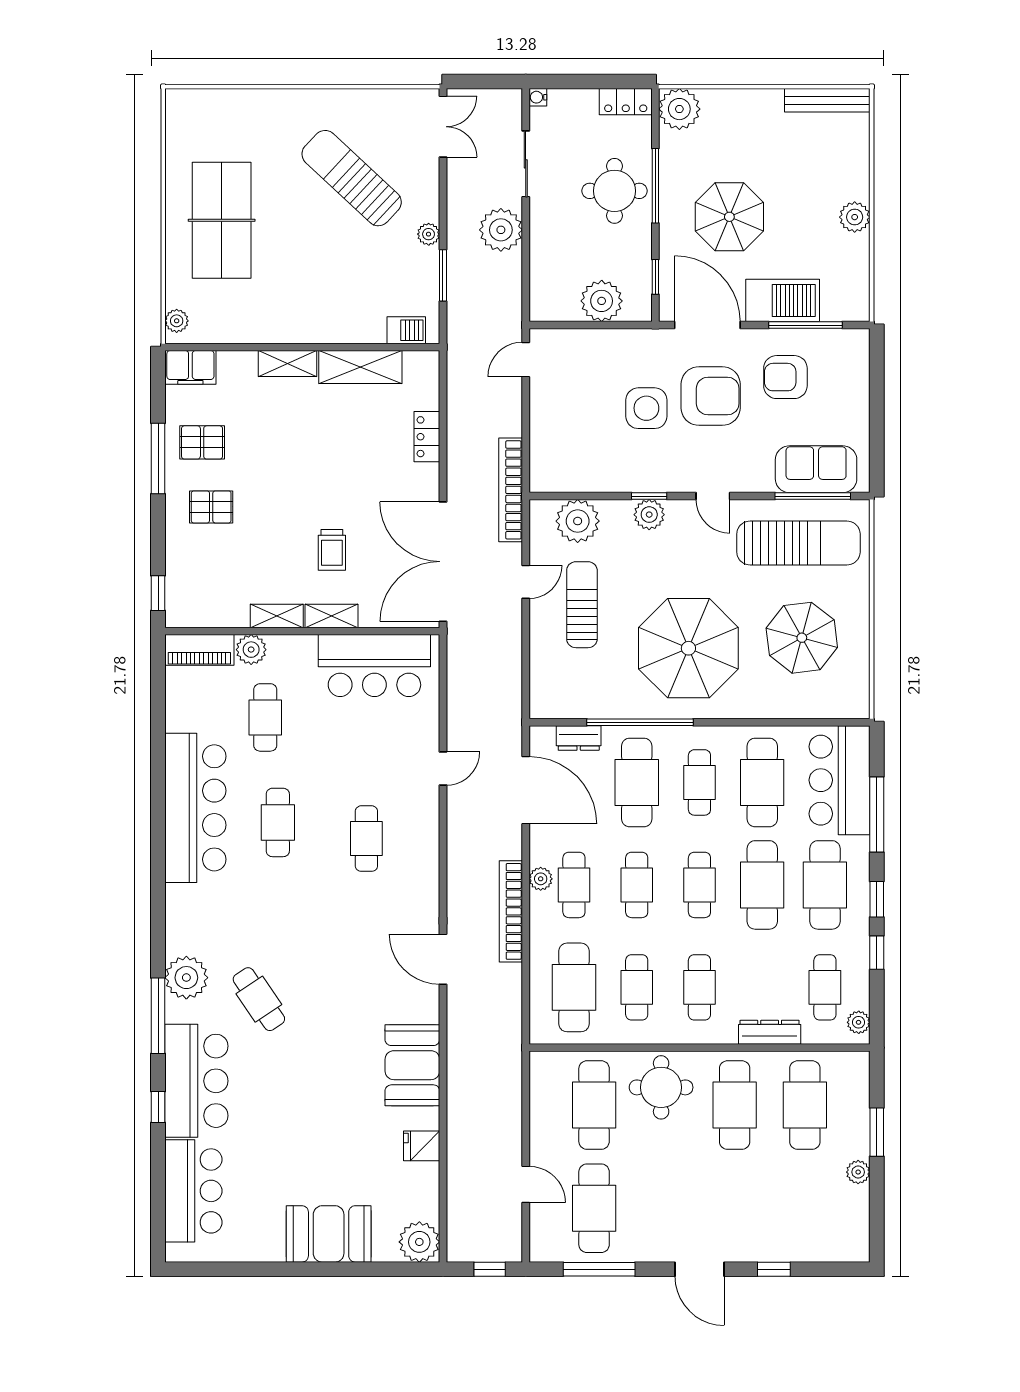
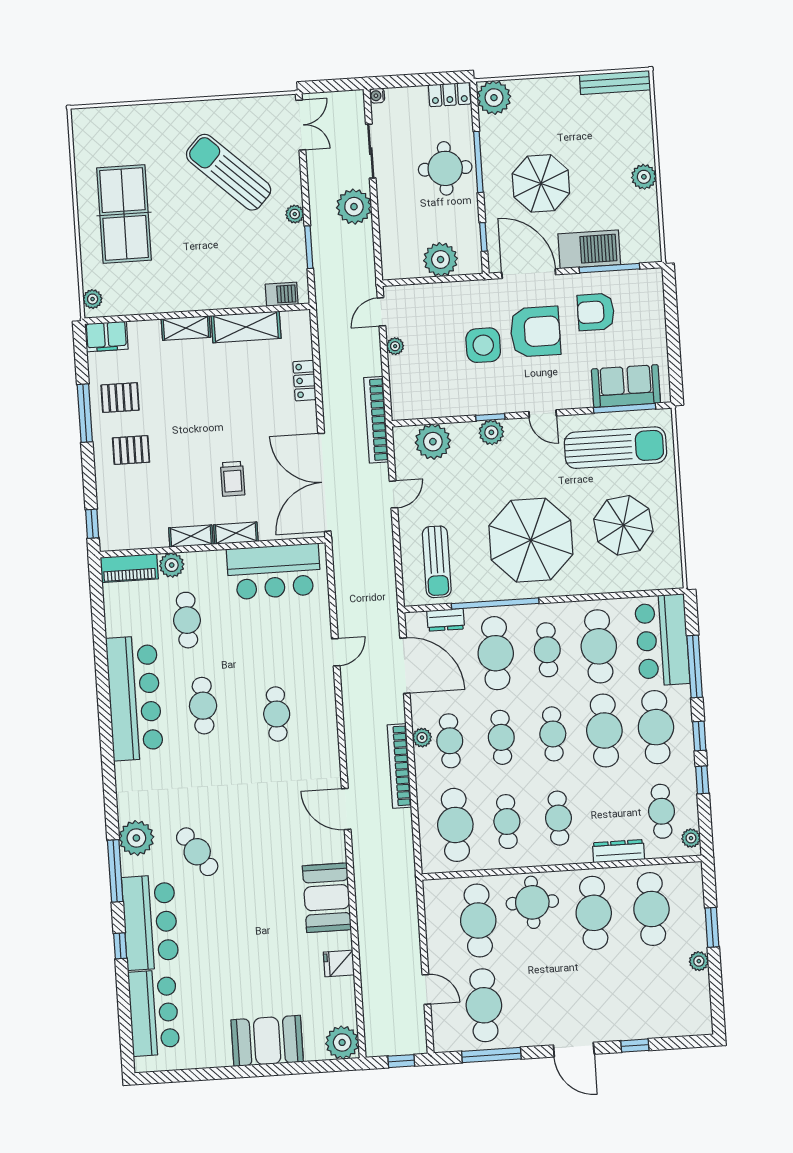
plant: (540, 402) -> (395, 346), added
sun lounger: (582, 605) -> (437, 562), moved, turned 180

